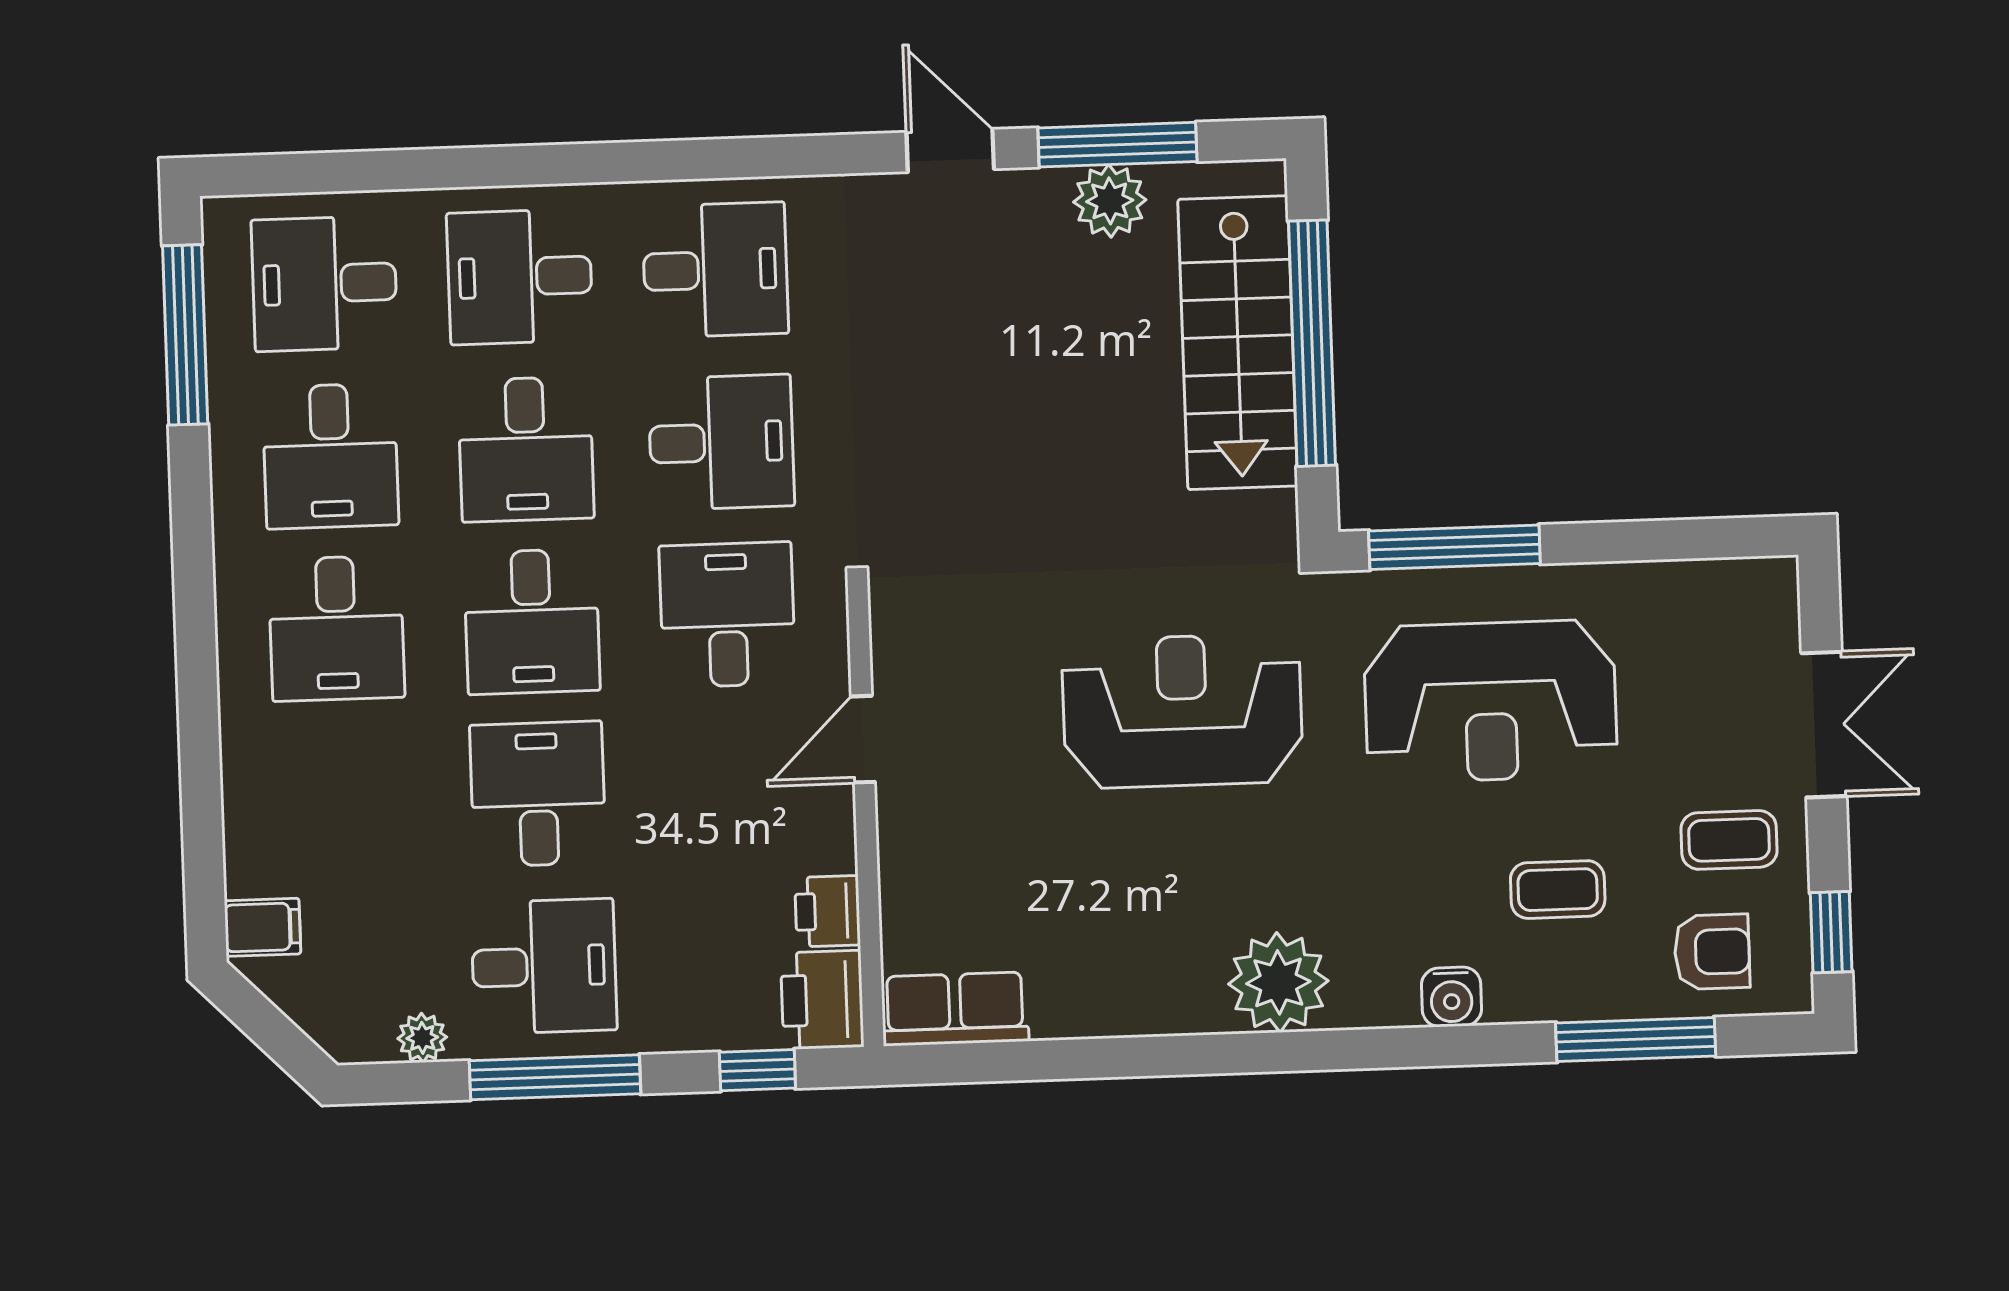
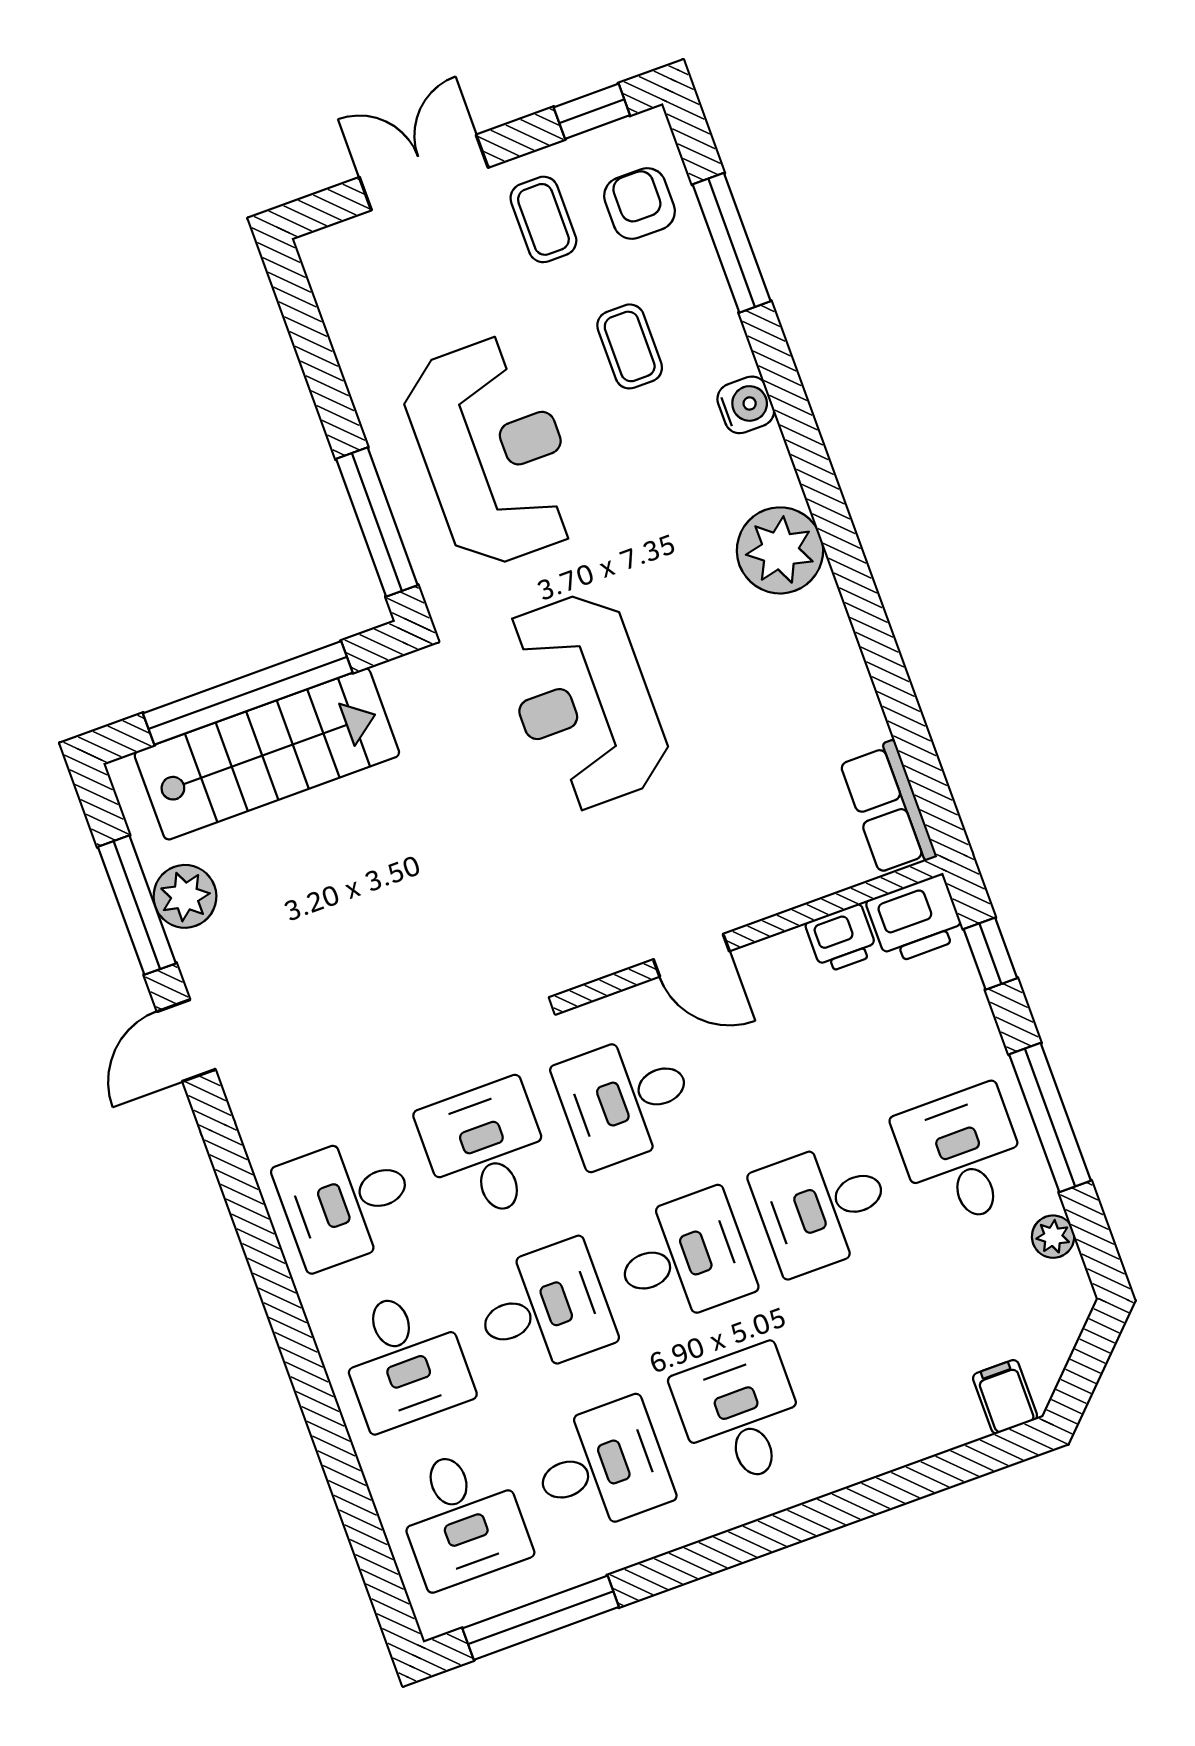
desk: (715, 270) -> (346, 1201), turned -90
desk: (336, 628) -> (741, 1416), turned -90

